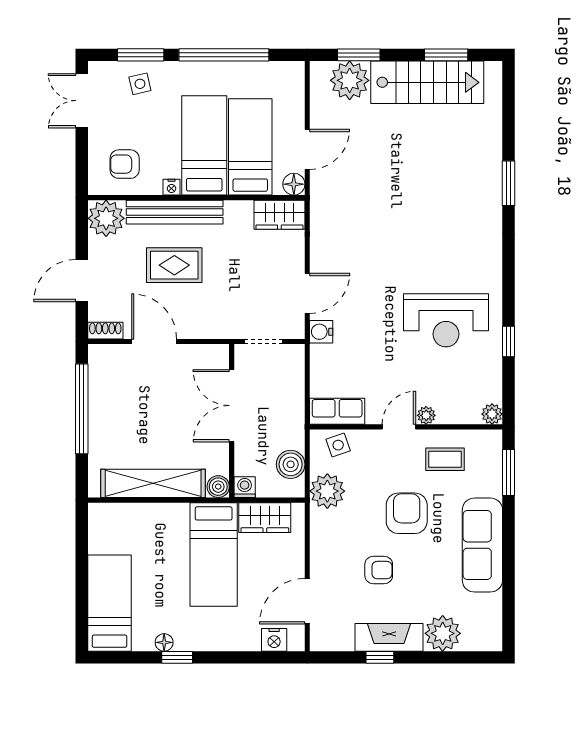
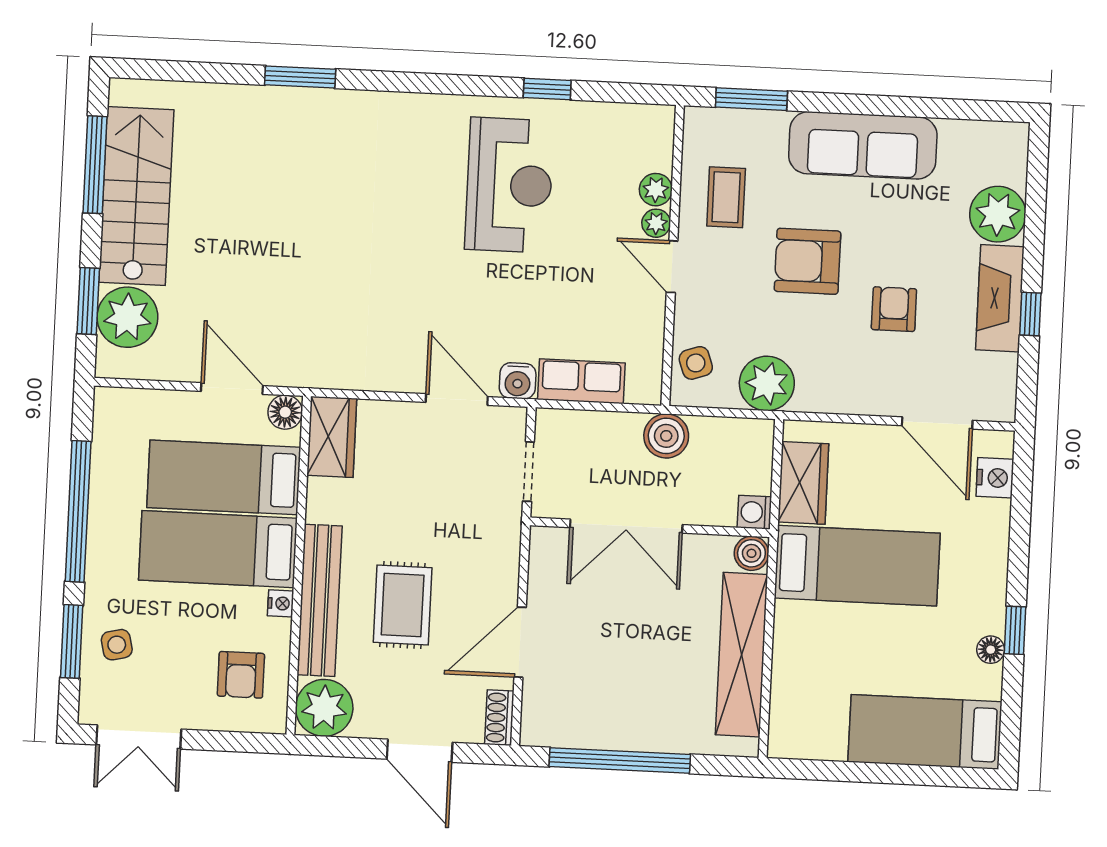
window: (446, 55) -> (95, 165), width x1.44
row of seats: (337, 411) -> (581, 381), moved, turned 90
plant: (492, 414) -> (656, 190), moved
boiler: (291, 464) -> (666, 436), moved

